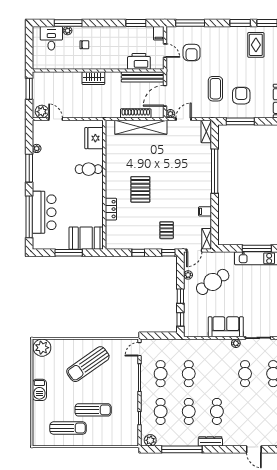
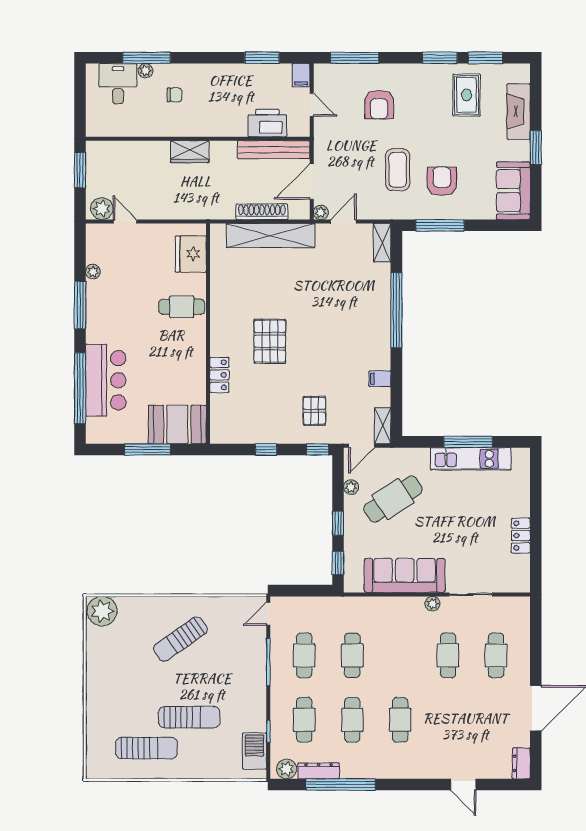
armchair: (192, 53) -> (379, 105), moved
sofa: (226, 327) -> (405, 575), width x1.36
sun lounger: (88, 364) -> (180, 639), width x0.73, depth x0.75
barbecue: (39, 390) -> (255, 751), moved, turned 180
dresser: (210, 441) -> (319, 771), moved

